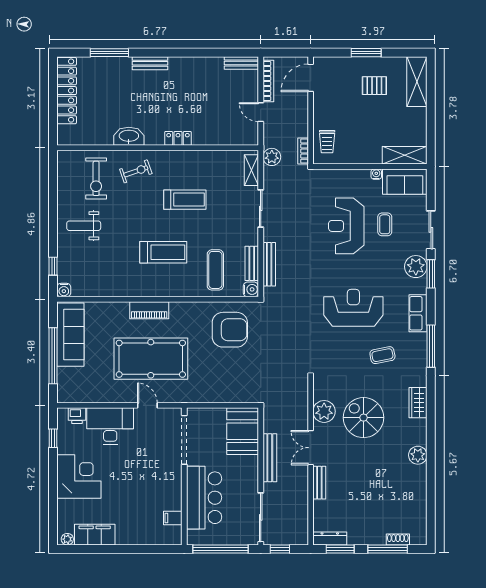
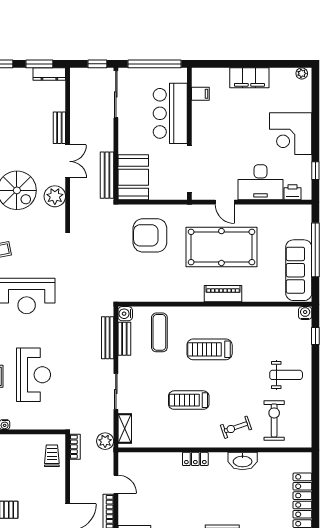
armchair: (230, 330) -> (150, 235), moved
bench: (270, 458) -> (107, 175), moved
filing cabinet: (95, 535) -> (249, 78), moved

